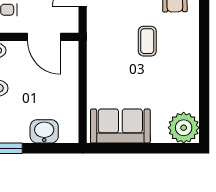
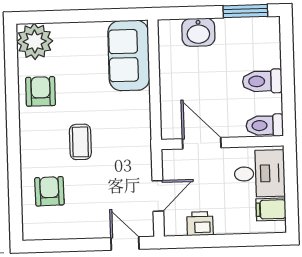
armchair: (180, 85) -> (41, 91), added
sofa: (120, 126) -> (129, 55), moved, turned 90

